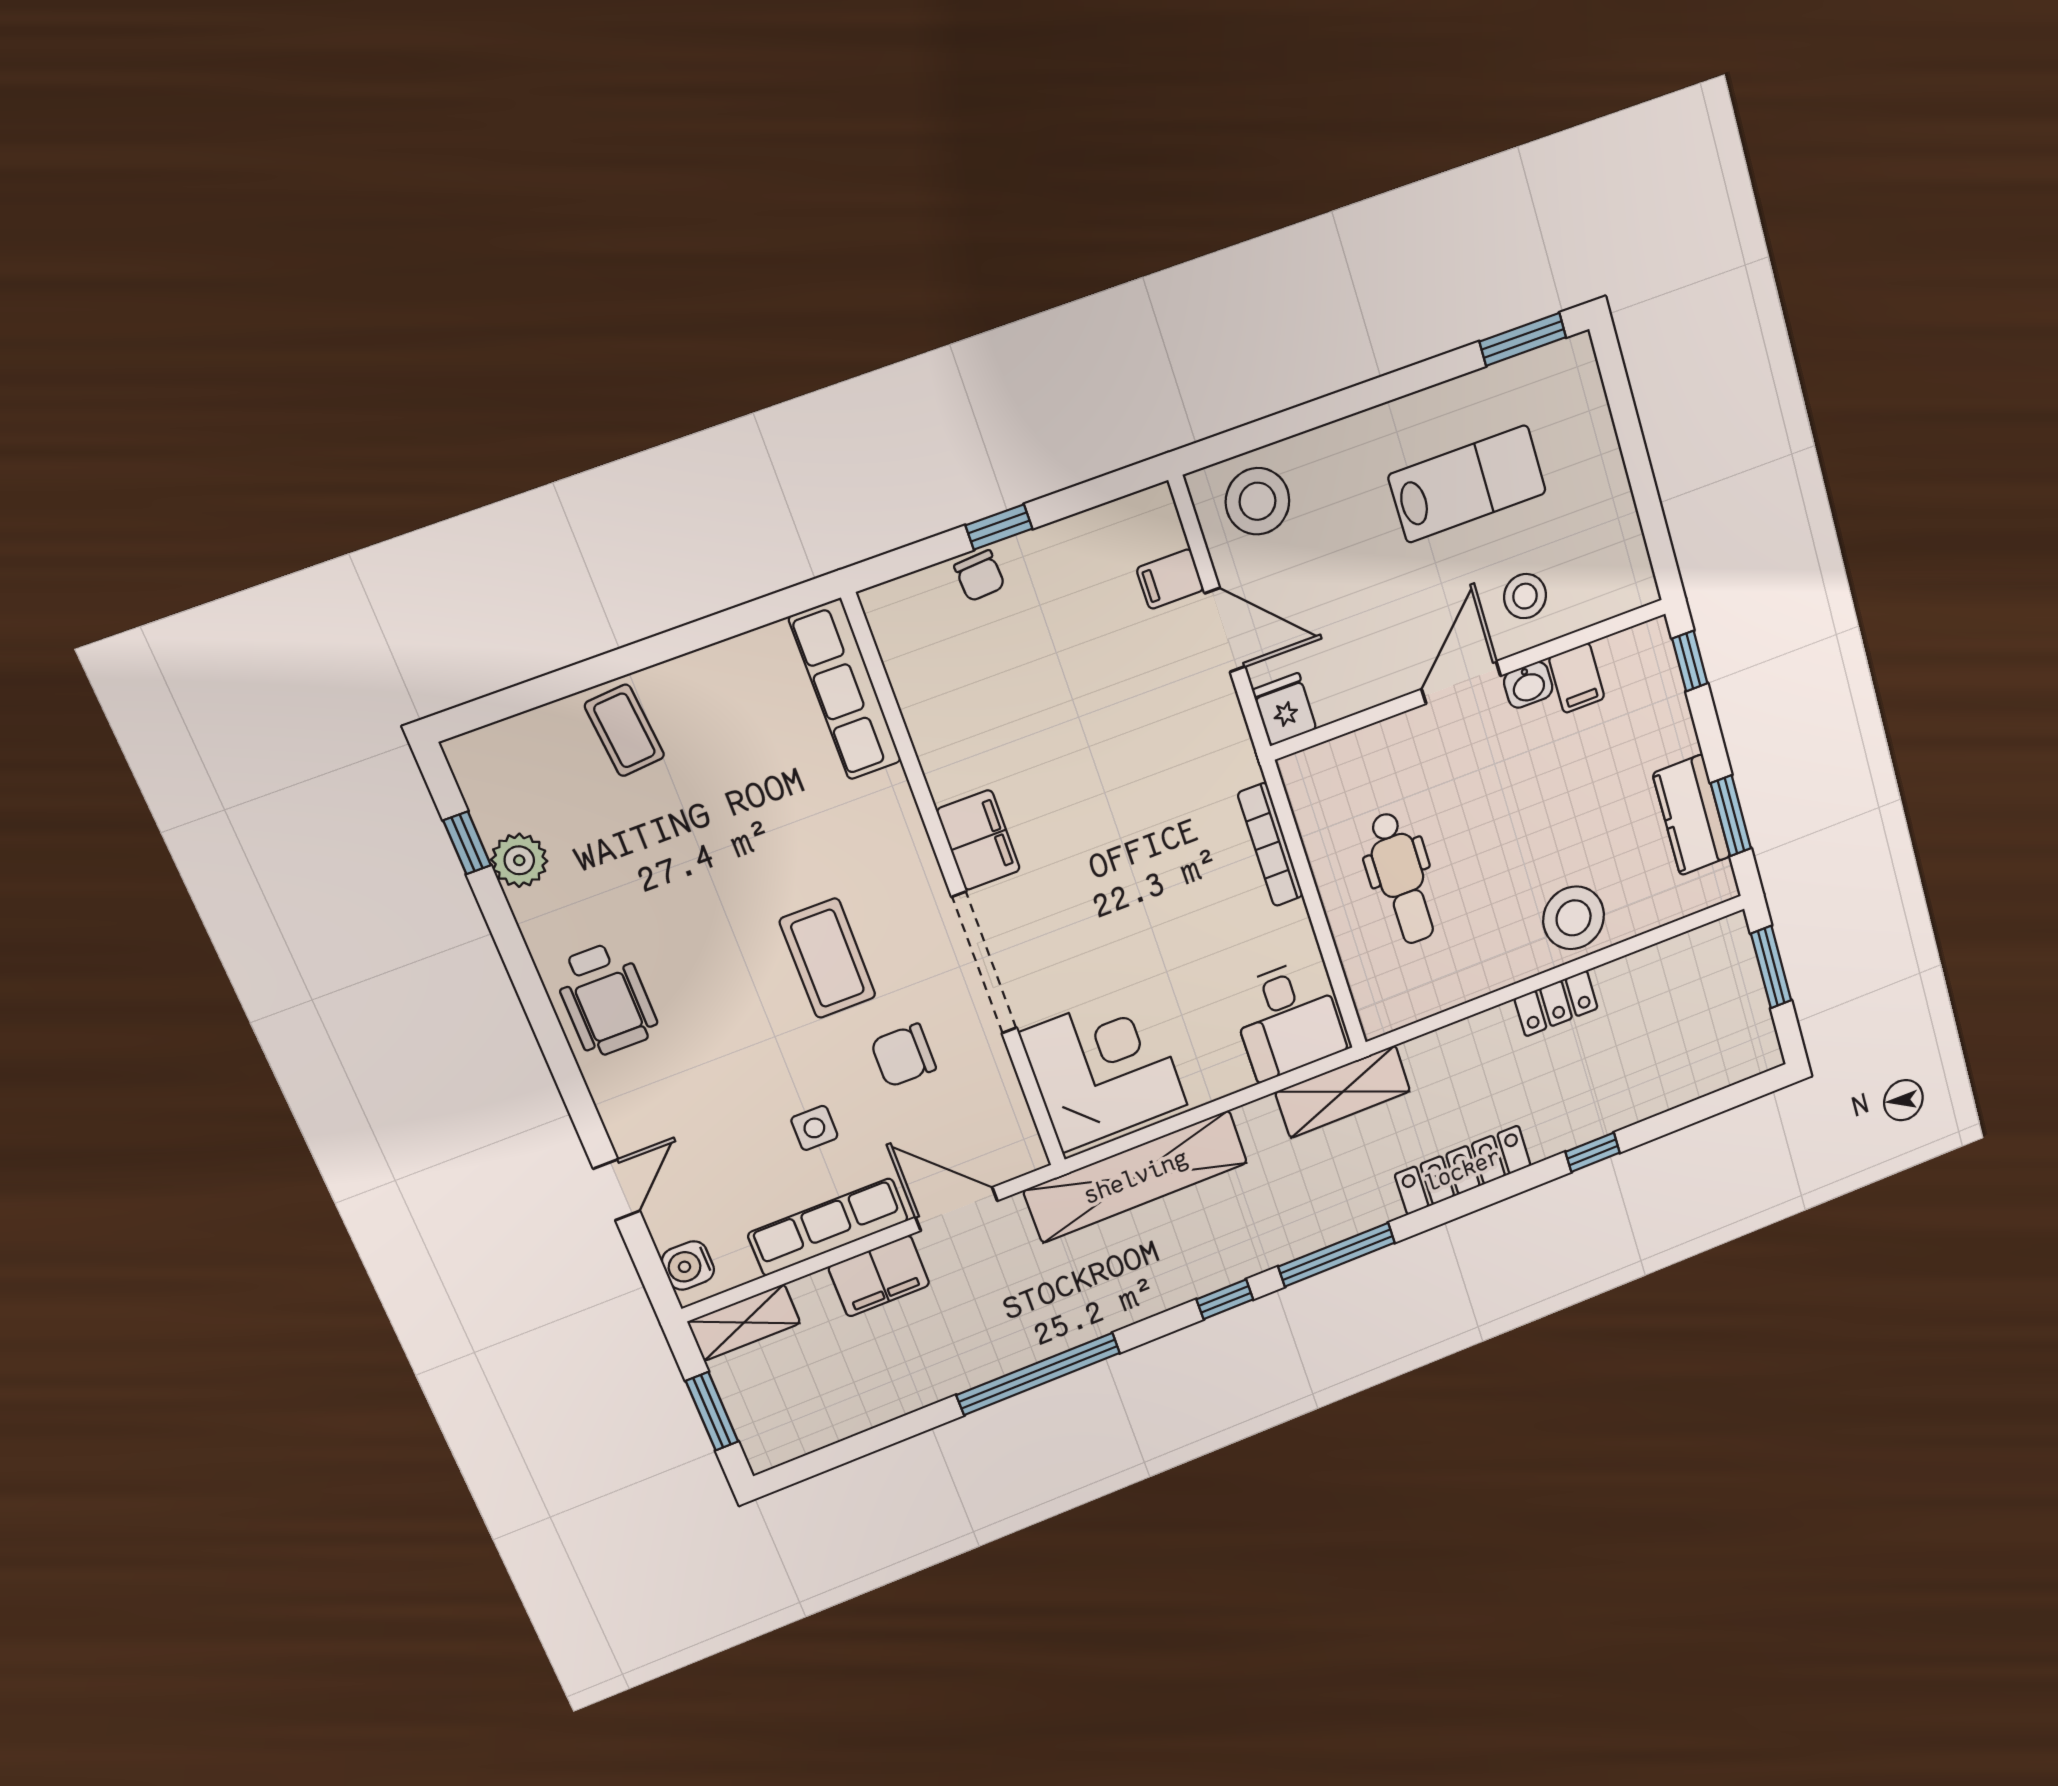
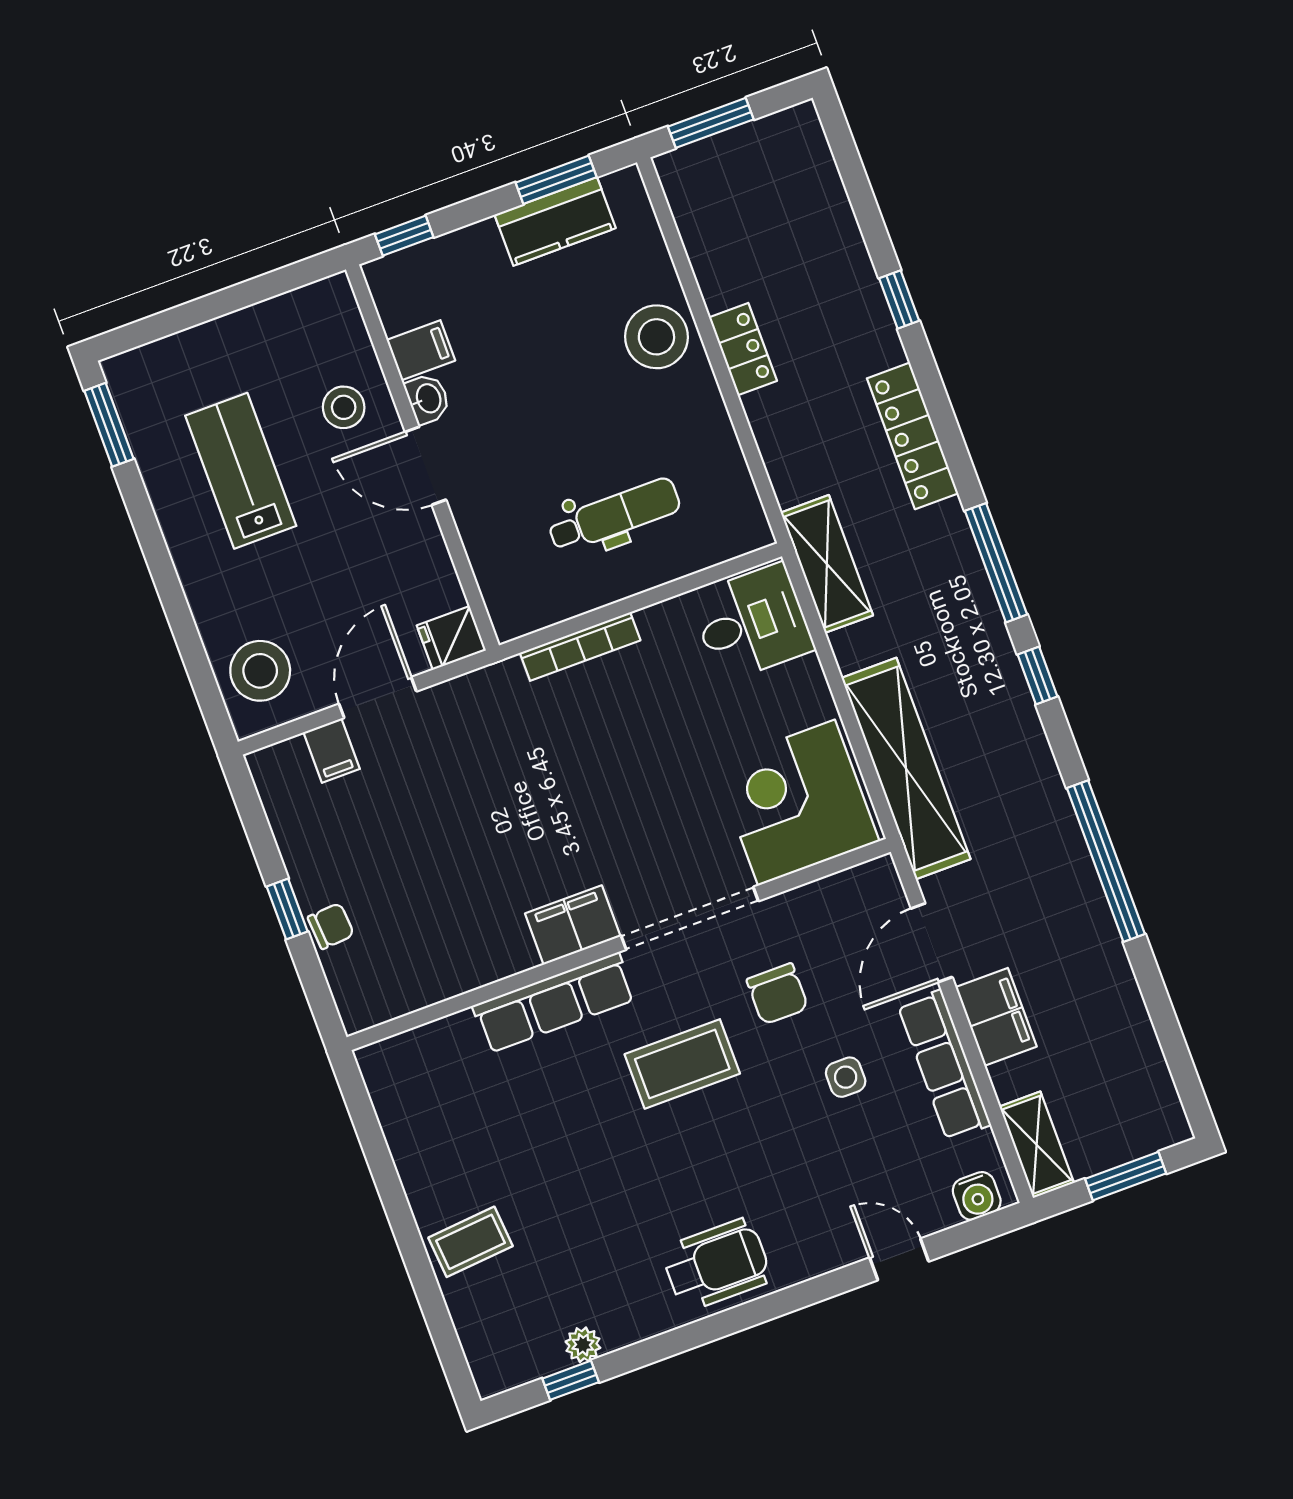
row of seats: (845, 690) -> (554, 1003), moved
plant: (519, 860) -> (583, 1345), width x0.73, depth x0.73

